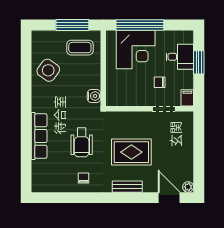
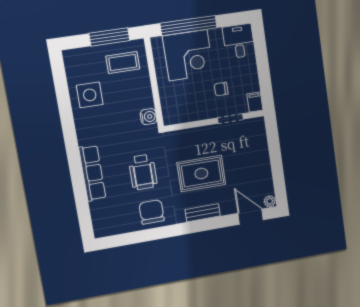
desk: (180, 57) -> (239, 41), moved, turned -90
window: (199, 62) -> (262, 59), removed
side table: (48, 70) -> (90, 95), turned -37
chair: (83, 178) -> (152, 212), width x1.87, depth x1.87

